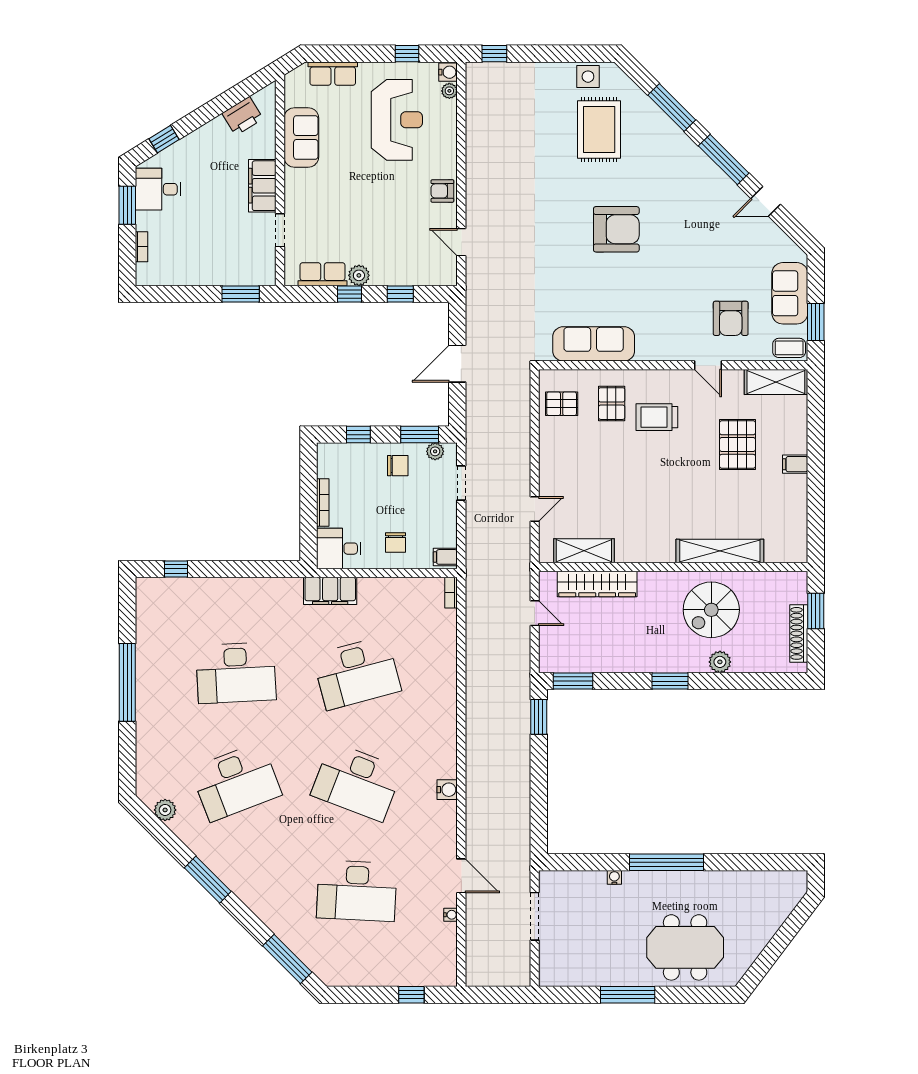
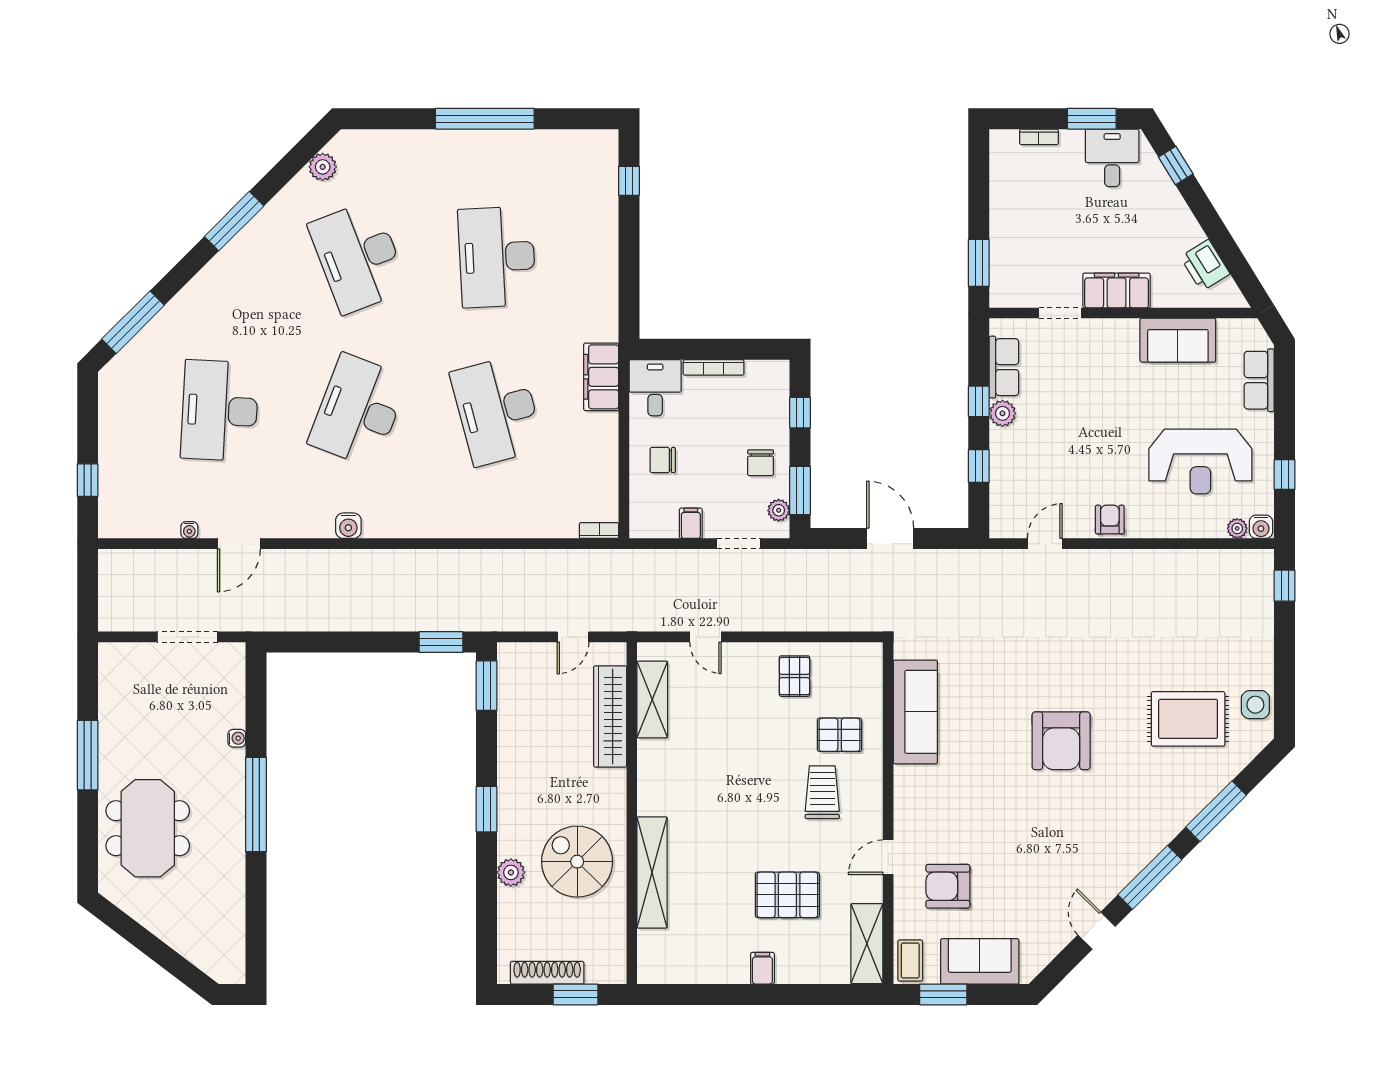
pallet: (562, 404) -> (794, 676), moved
filing cabinet: (445, 557) -> (691, 523), moved

